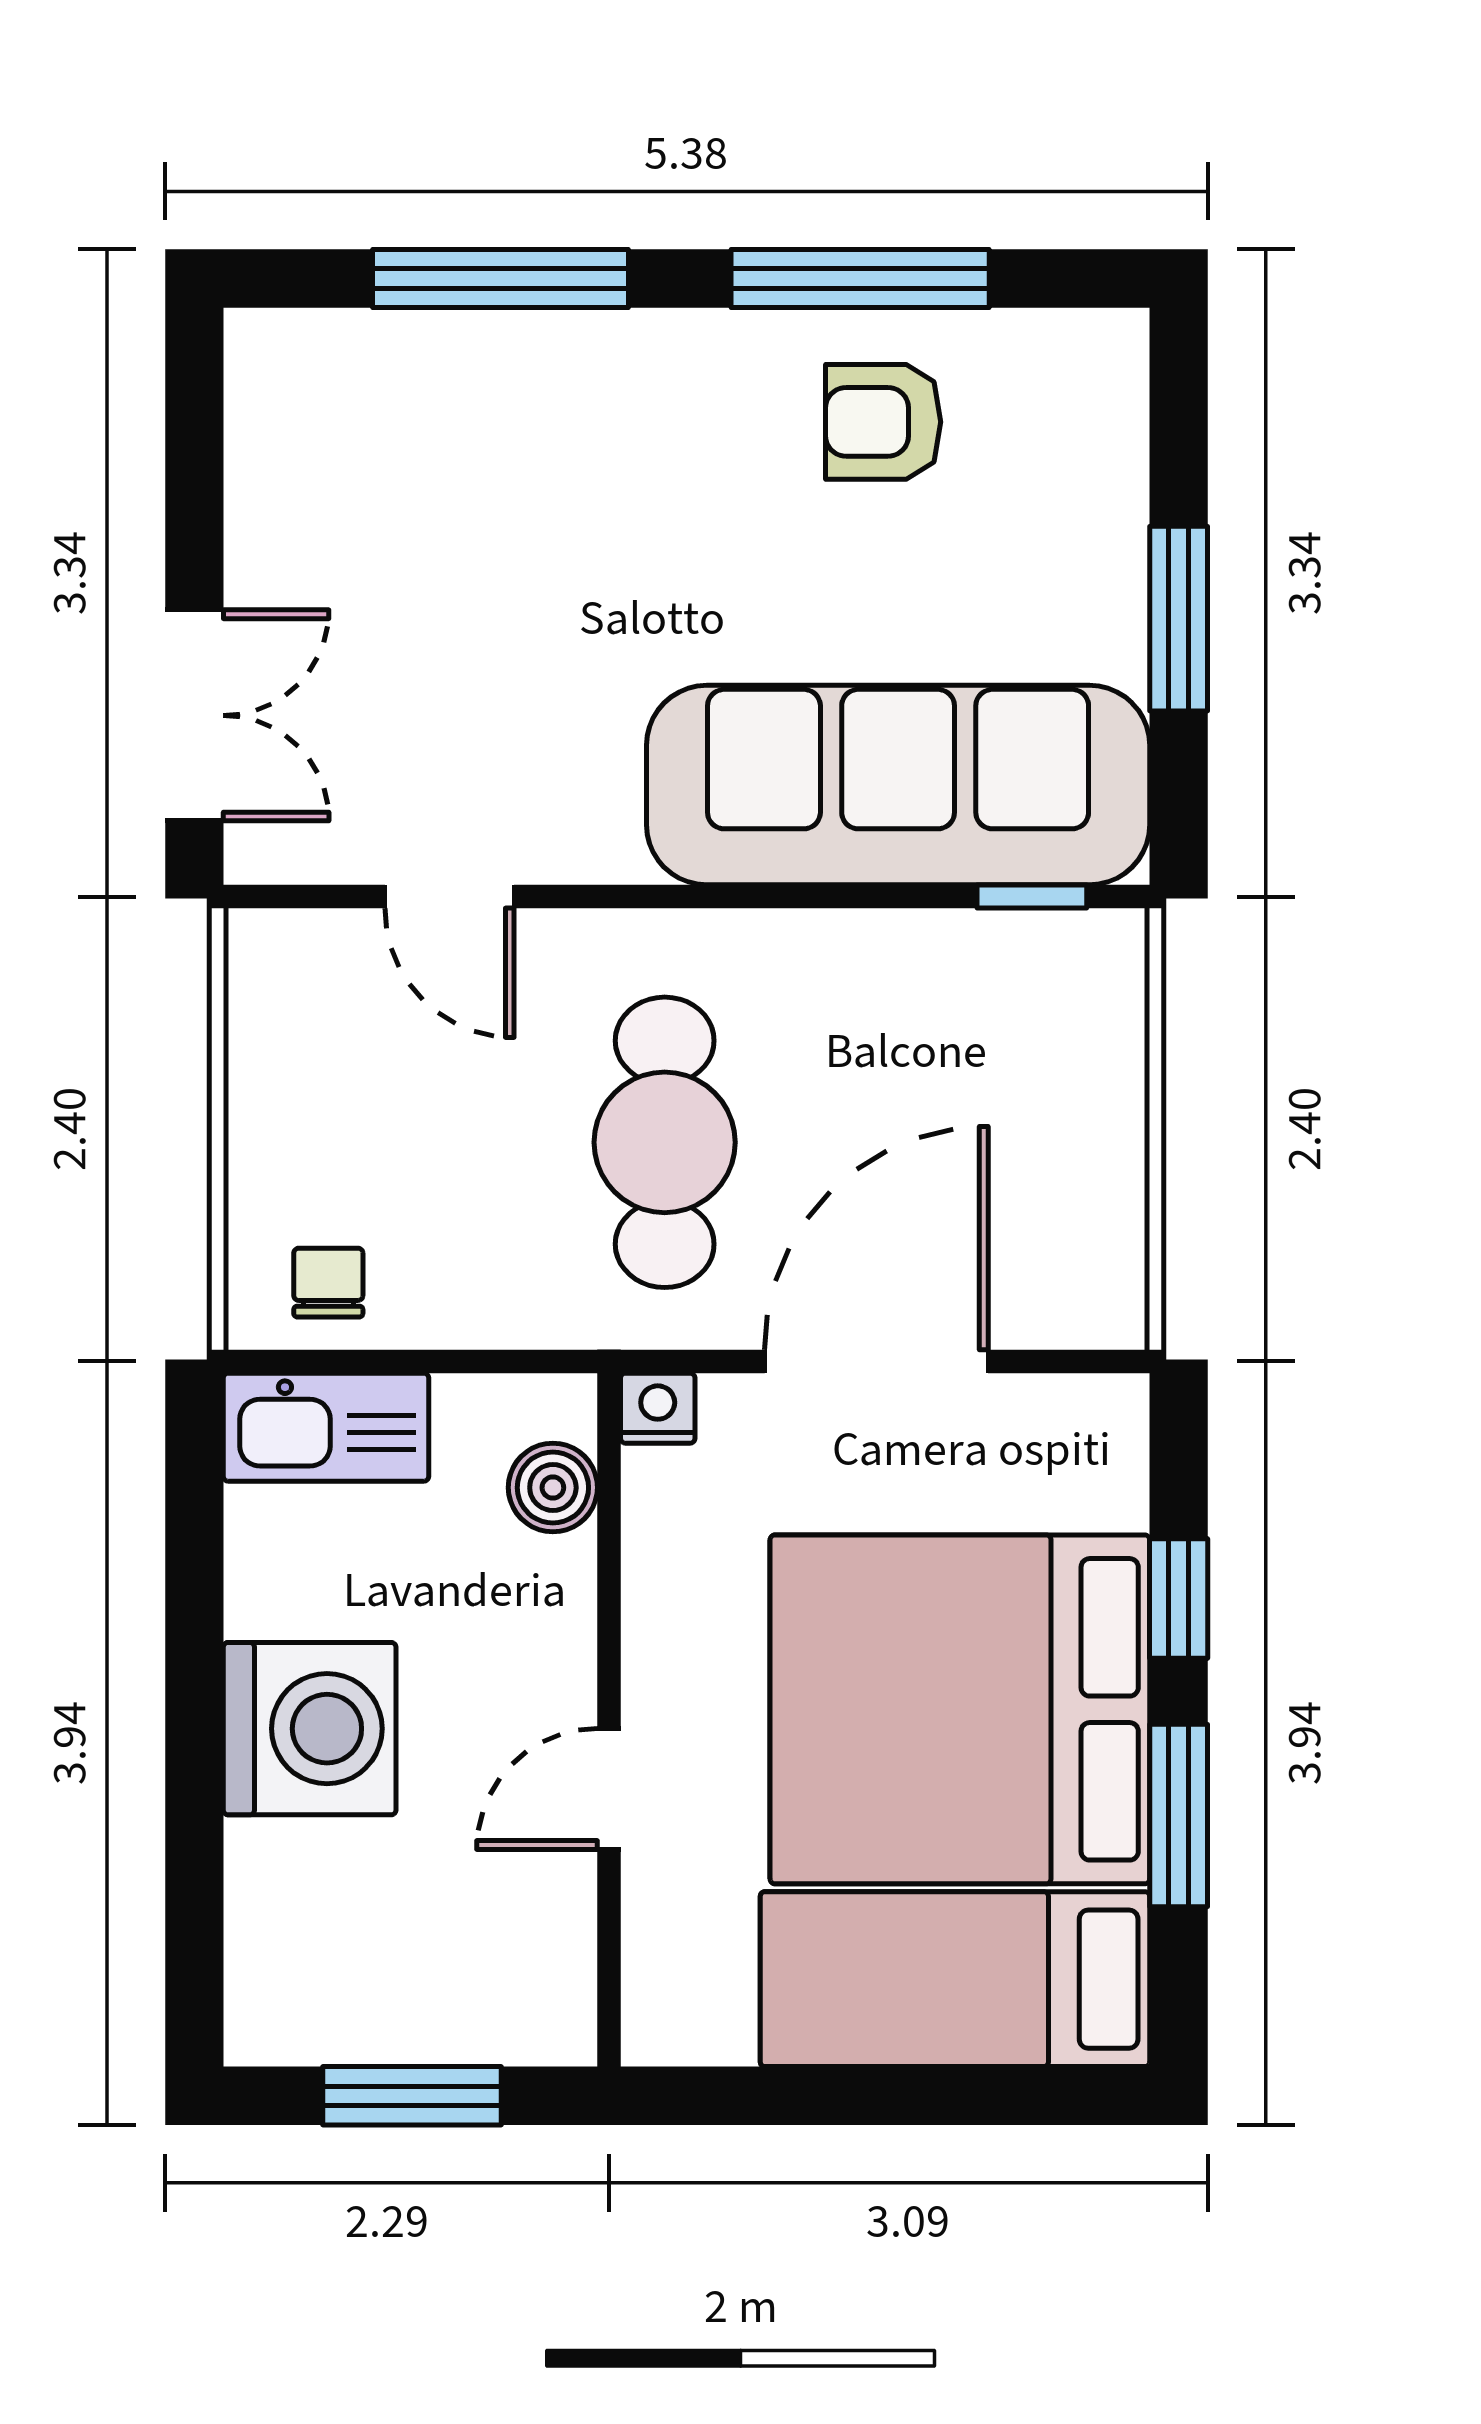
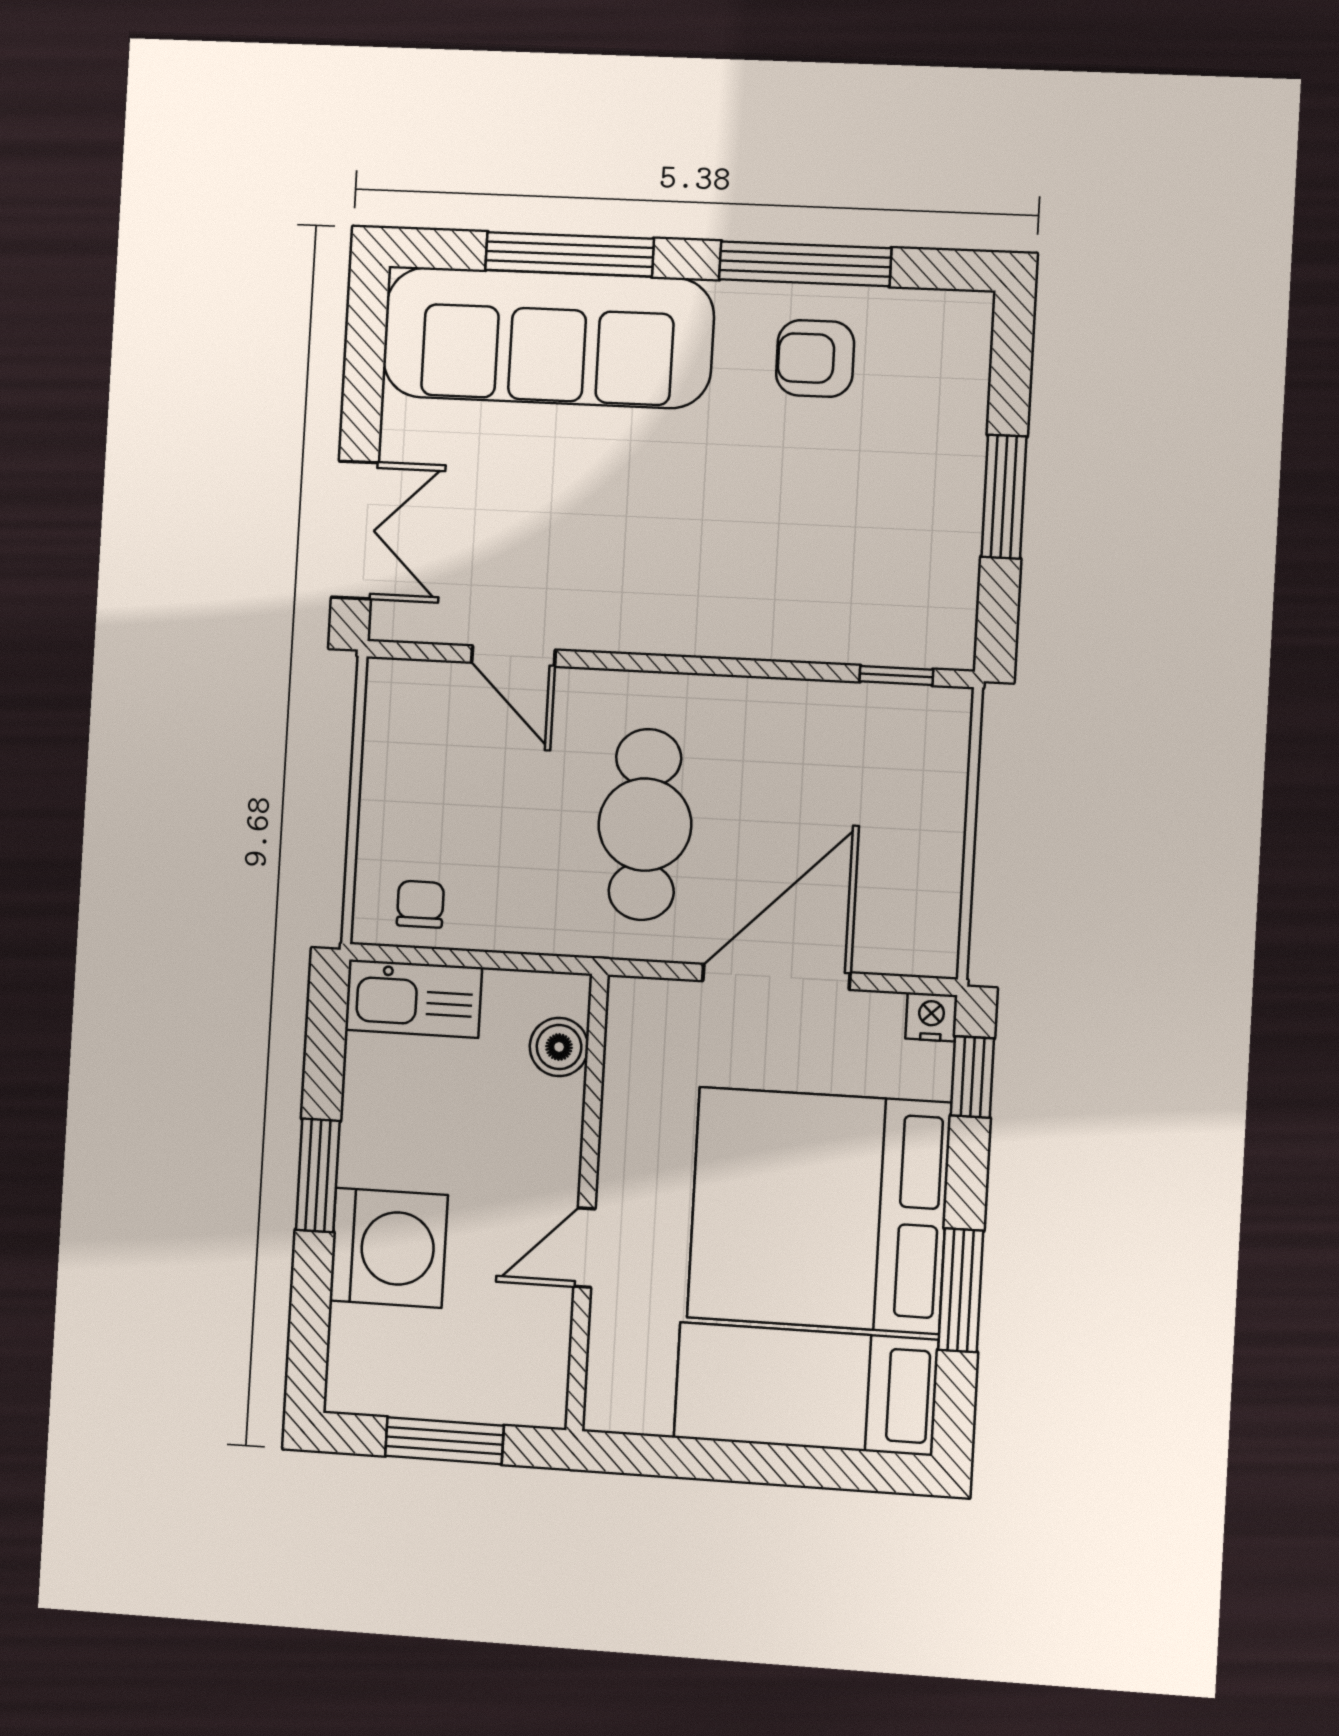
sofa: (898, 785) -> (548, 338), moved, turned 180
nightstand: (658, 1408) -> (931, 1017), moved
window: (1179, 1598) -> (972, 1077), moved
window: (194, 1706) -> (318, 1175), added
washing machine: (310, 1729) -> (389, 1248), moved

